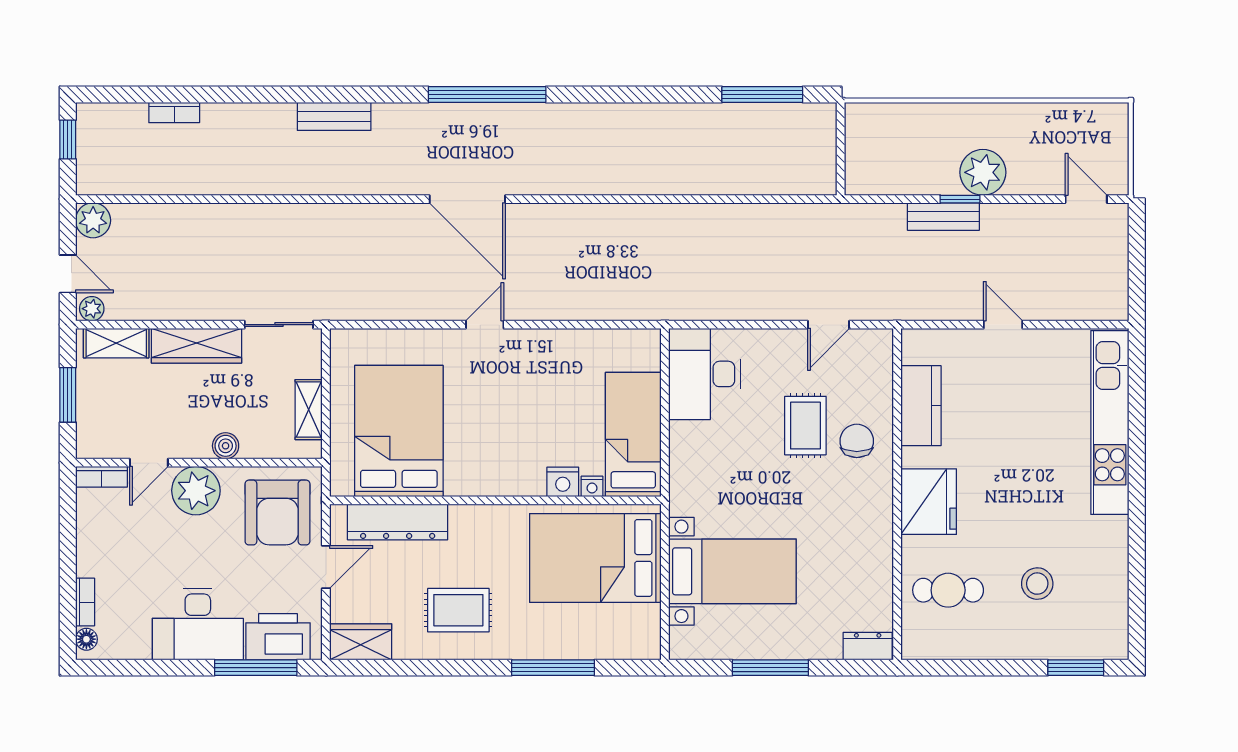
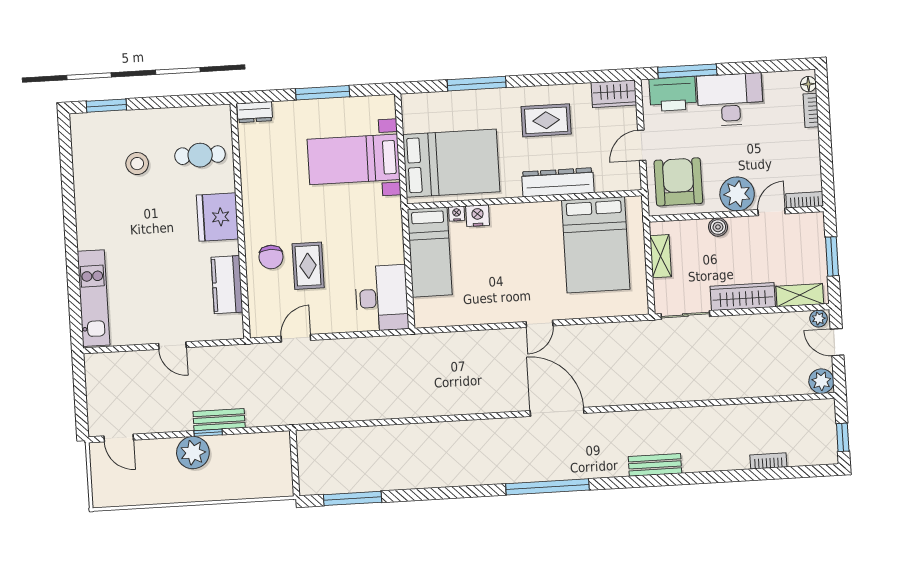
kitchen unit: (1110, 422) -> (94, 298), width x0.73
dresser: (398, 522) -> (558, 182), moved

